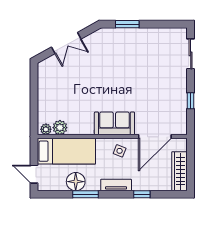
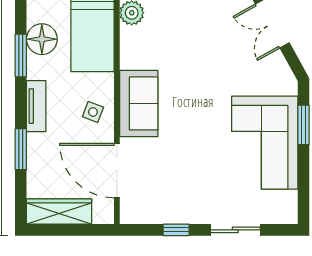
corner sofa: (138, 48) -> (265, 143), added
sliding door: (191, 54) -> (235, 230), moved
window: (142, 194) -> (21, 149), width x1.50

